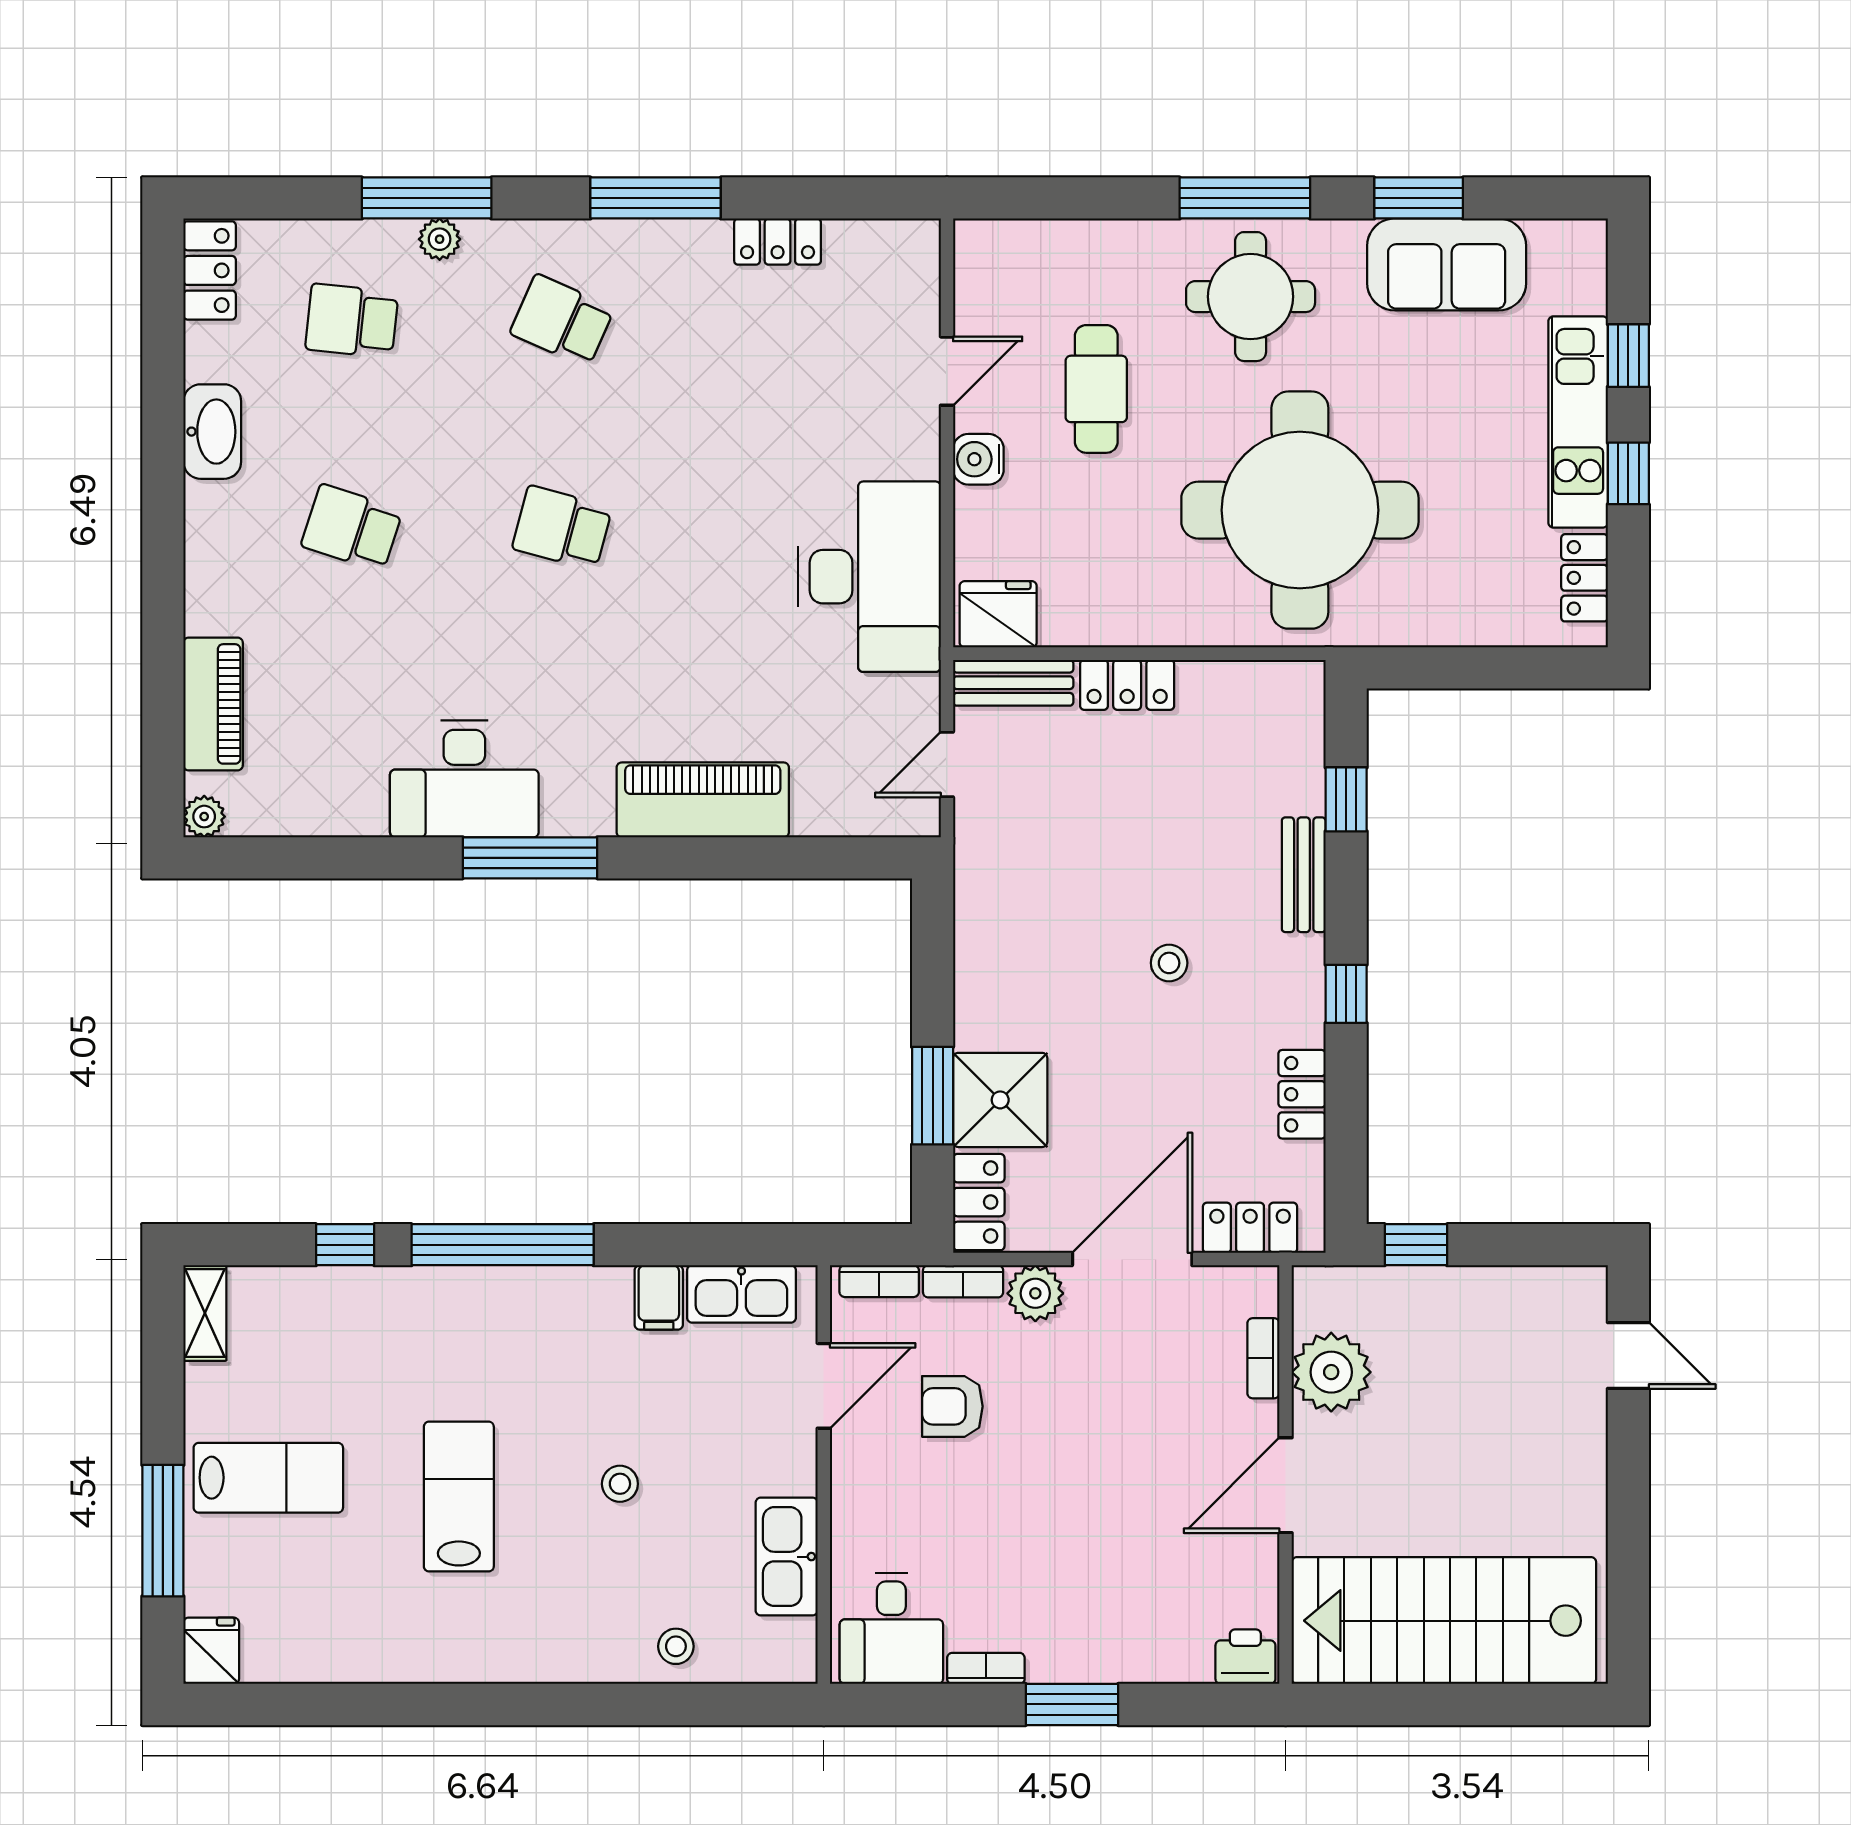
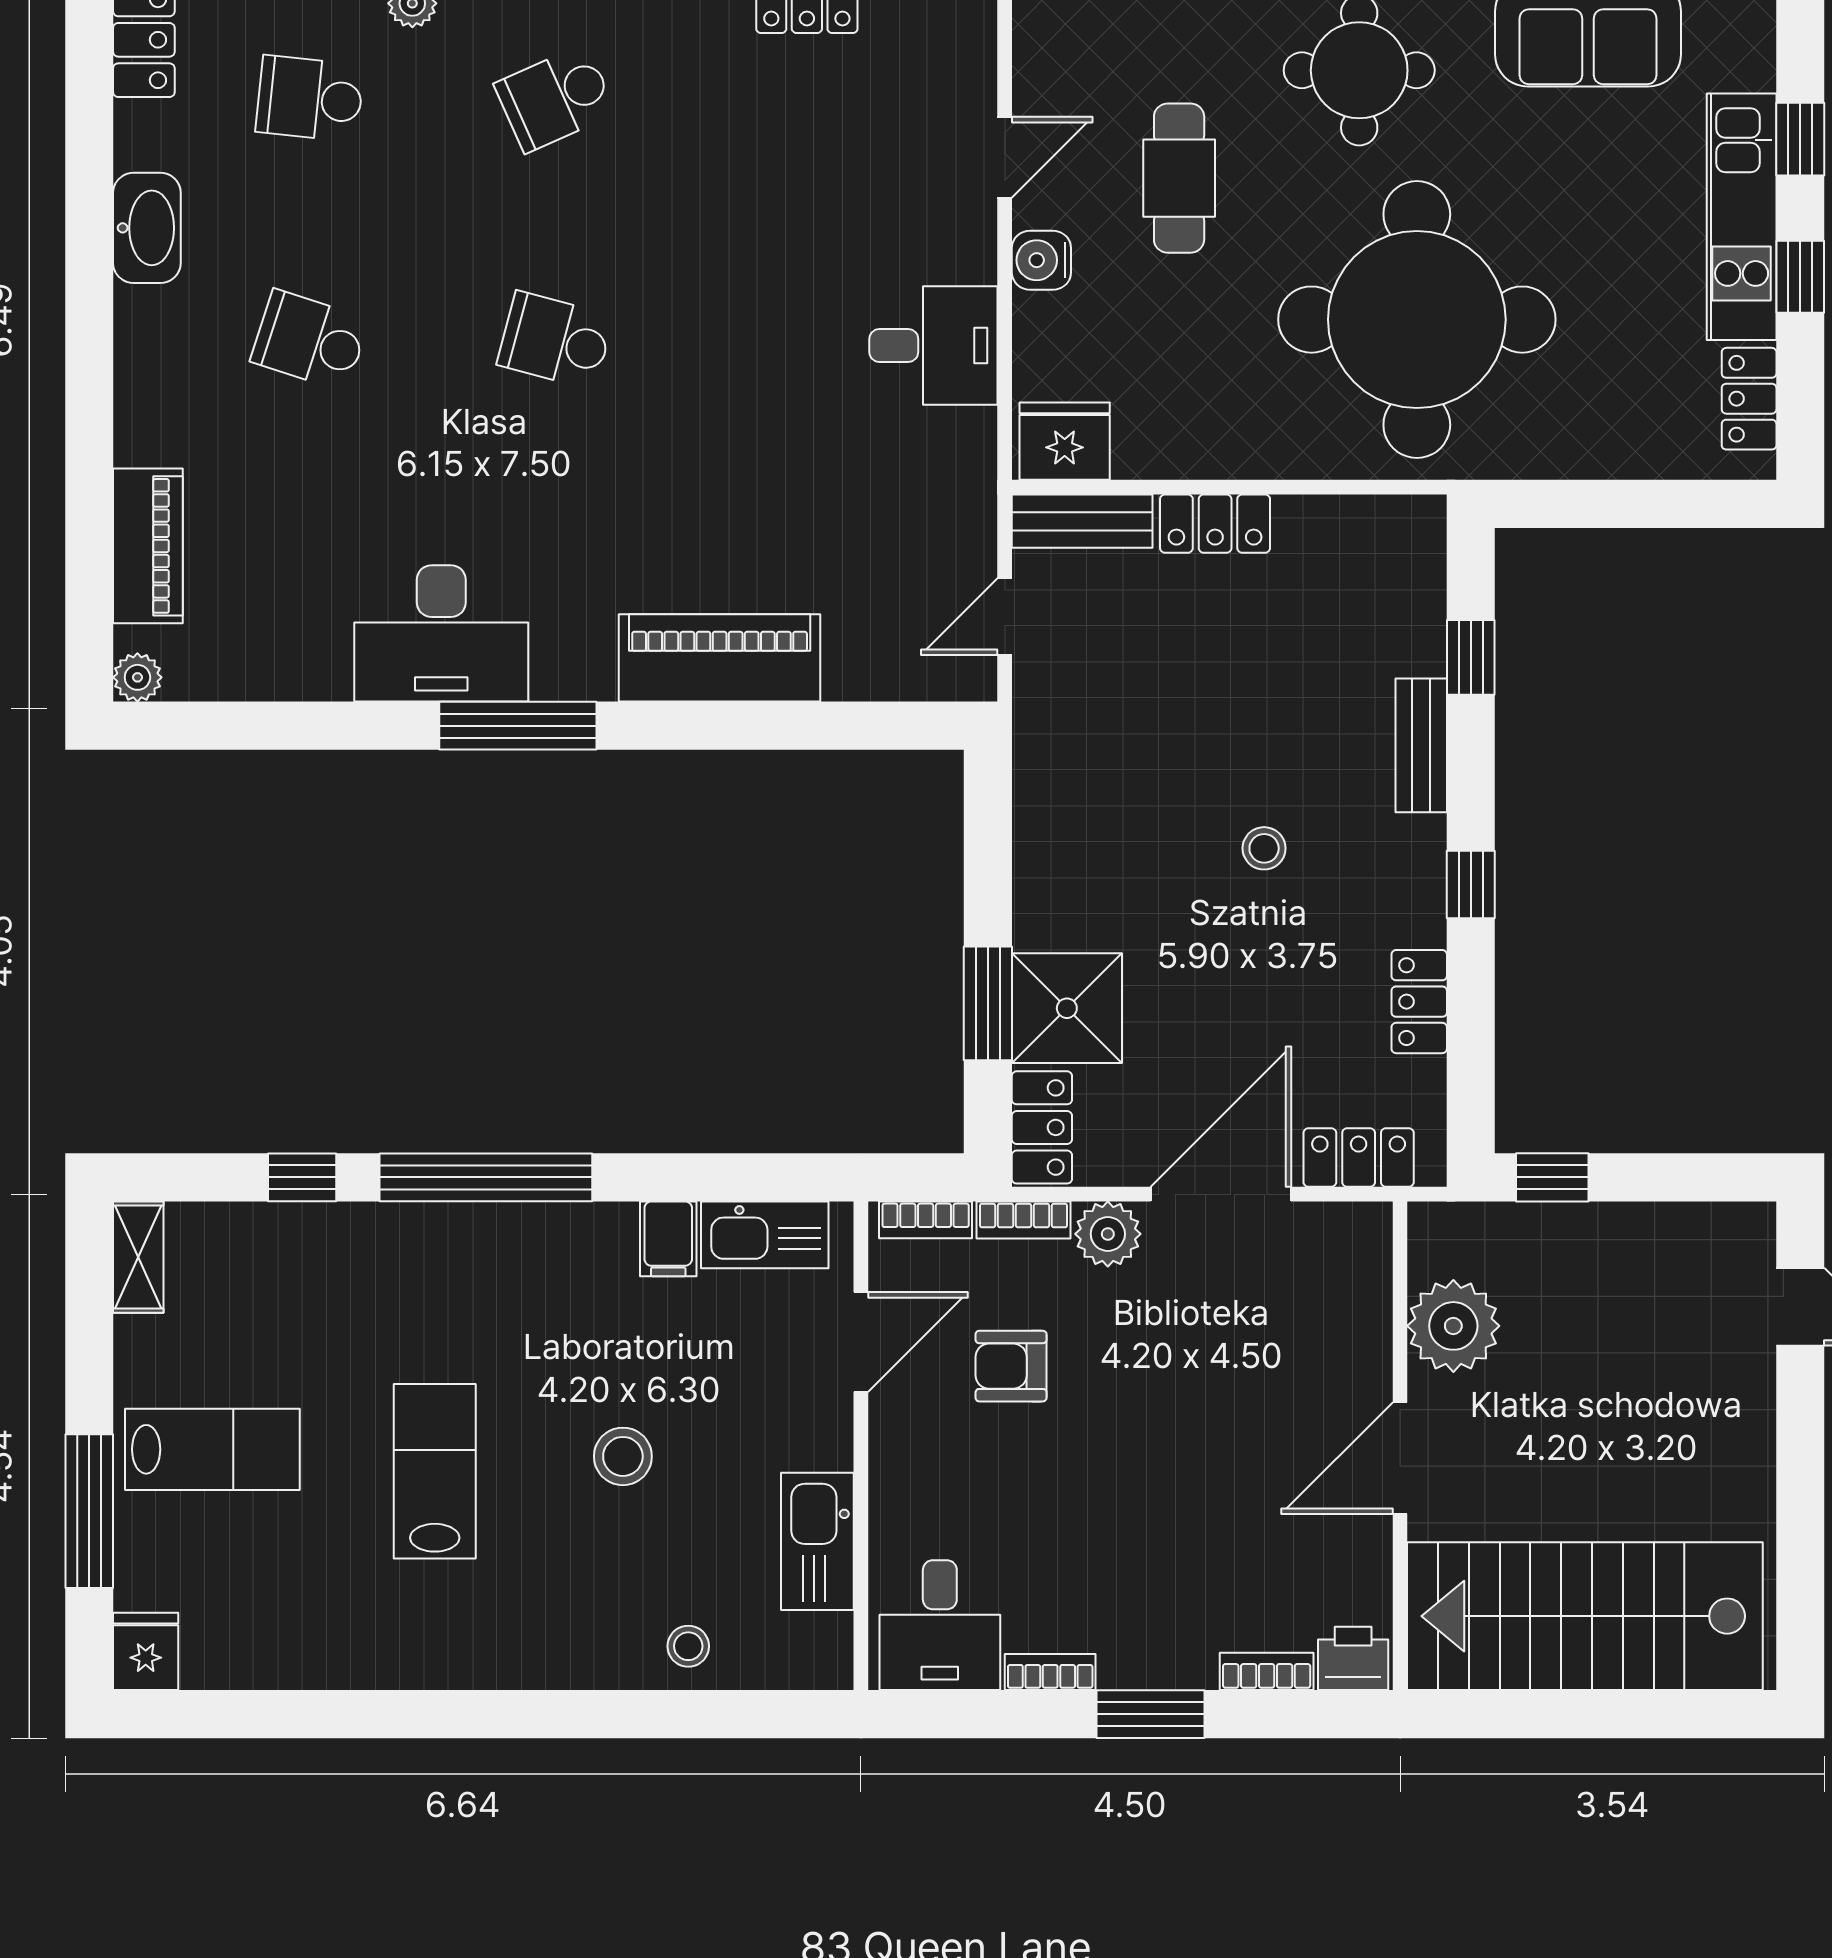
school desk: (562, 321) -> (555, 98), turned -48
desk: (869, 577) -> (933, 346), width x0.53, depth x0.77
bookcase: (1263, 1358) -> (1267, 1671), moved, turned 90
stool: (620, 1484) -> (623, 1456), width x1.37, depth x1.37

